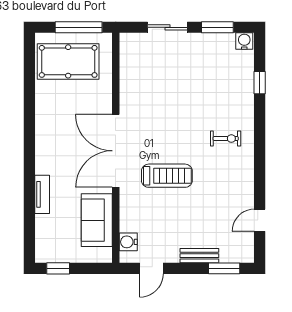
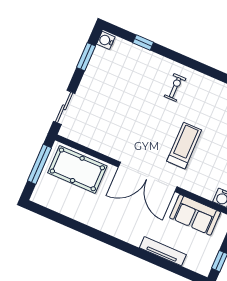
sliding door: (167, 27) -> (64, 107), moved
pool table: (68, 61) -> (77, 169), moved, turned 90
tv unit: (42, 194) -> (163, 251), width x1.41

